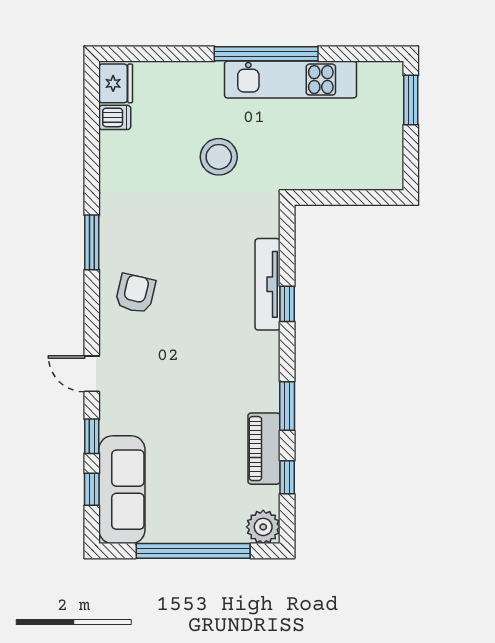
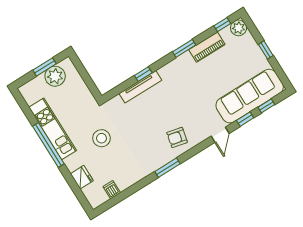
fridge: (116, 83) -> (82, 177), moved, turned 90
window: (411, 100) -> (45, 67), moved
plant: (382, 143) -> (55, 76), added
window: (287, 477) -> (222, 25), moved
sofa: (122, 490) -> (250, 96), width x1.36, depth x1.27
window: (193, 551) -> (266, 50), width x0.32

